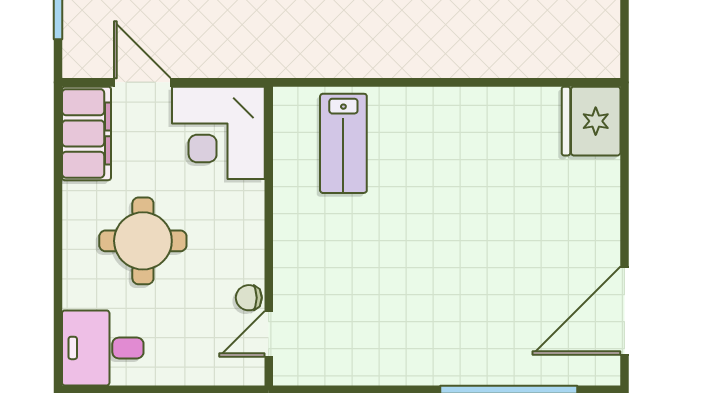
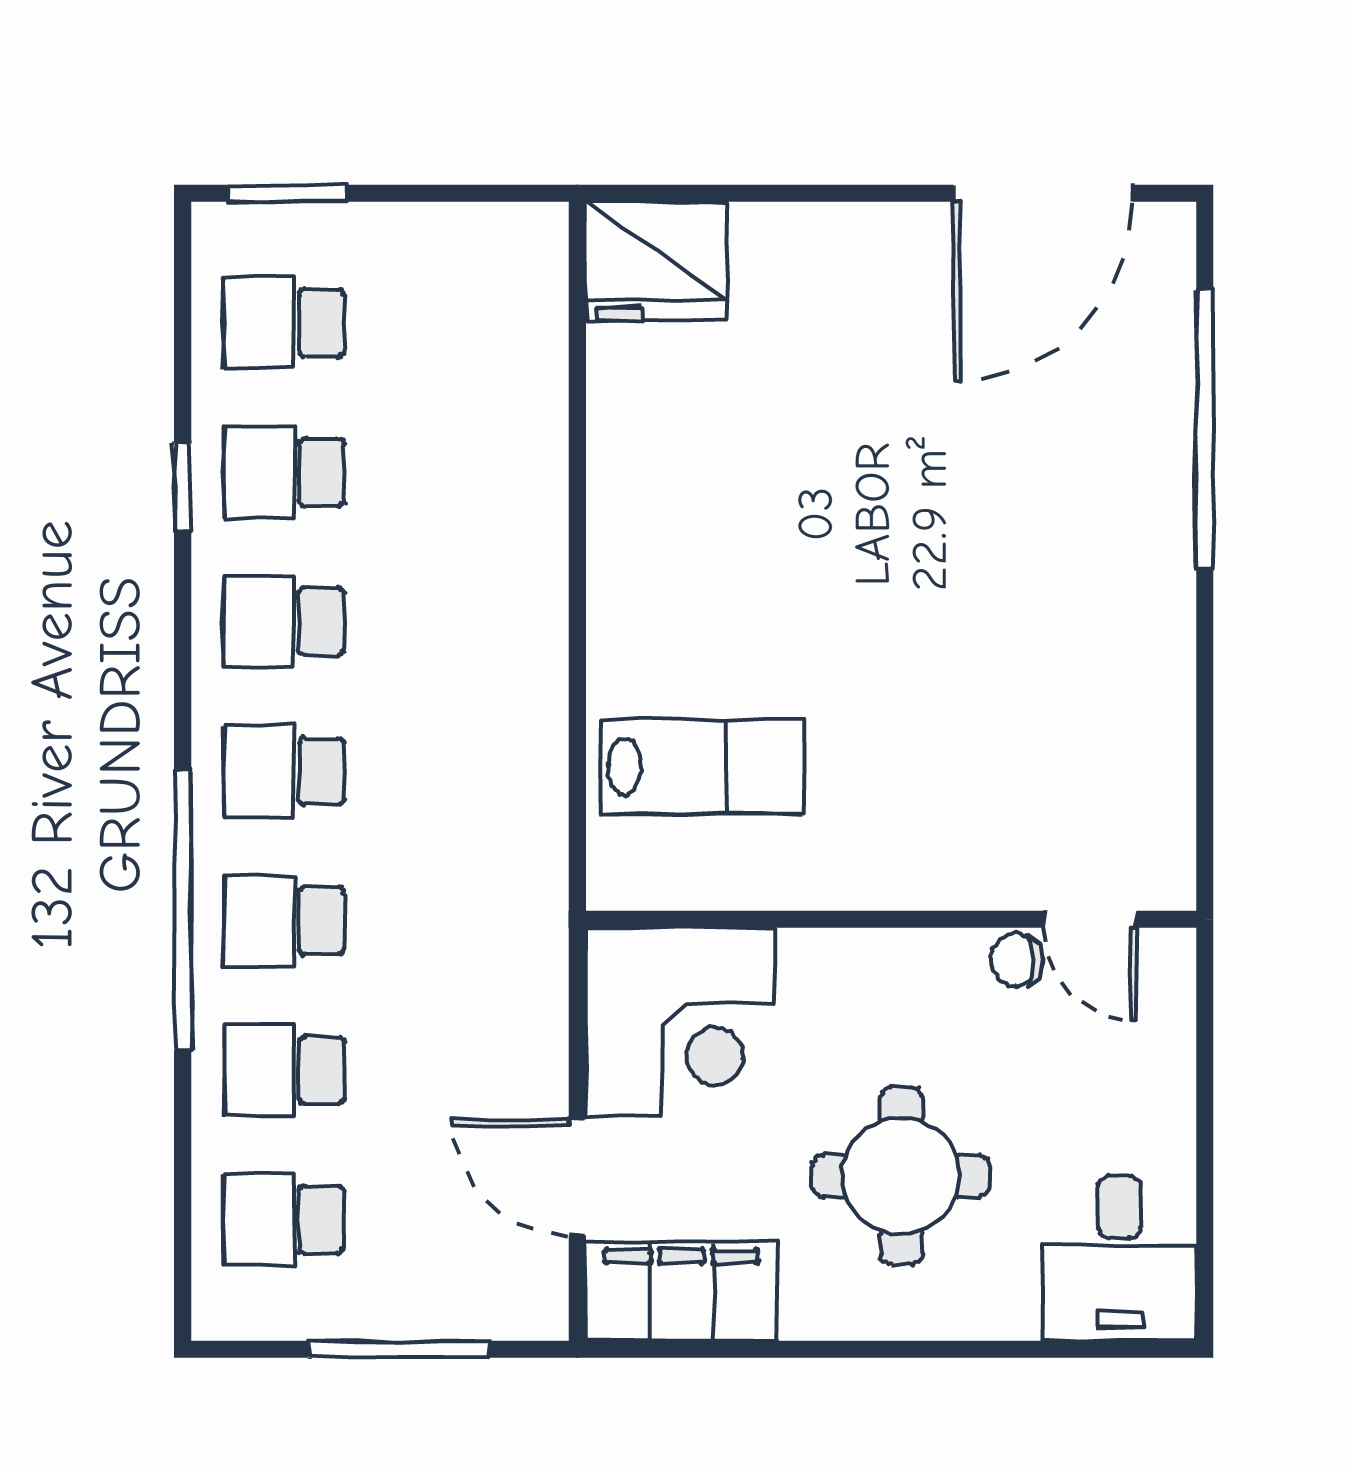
door: (142, 82) -> (577, 1177), hinge flipped
chair: (249, 298) -> (1017, 960), turned 90
door: (624, 311) -> (1043, 193), hinge flipped

